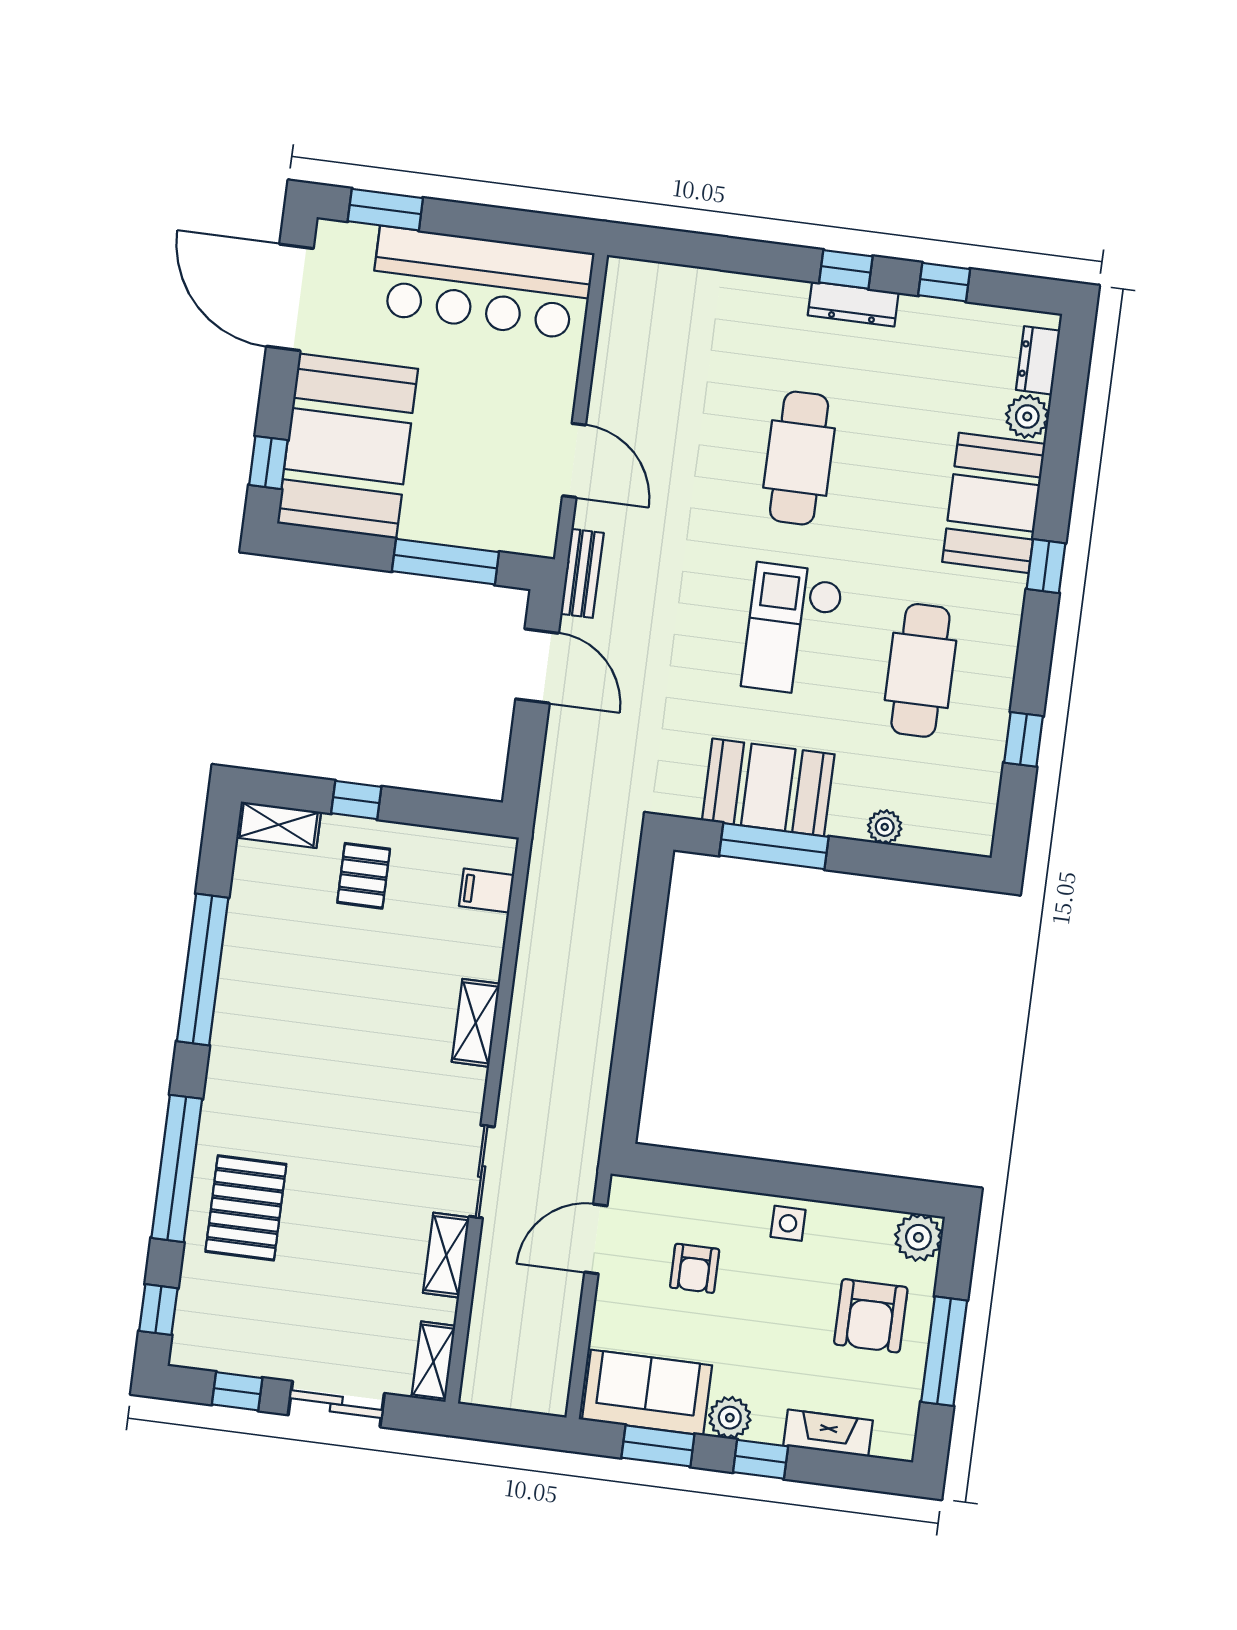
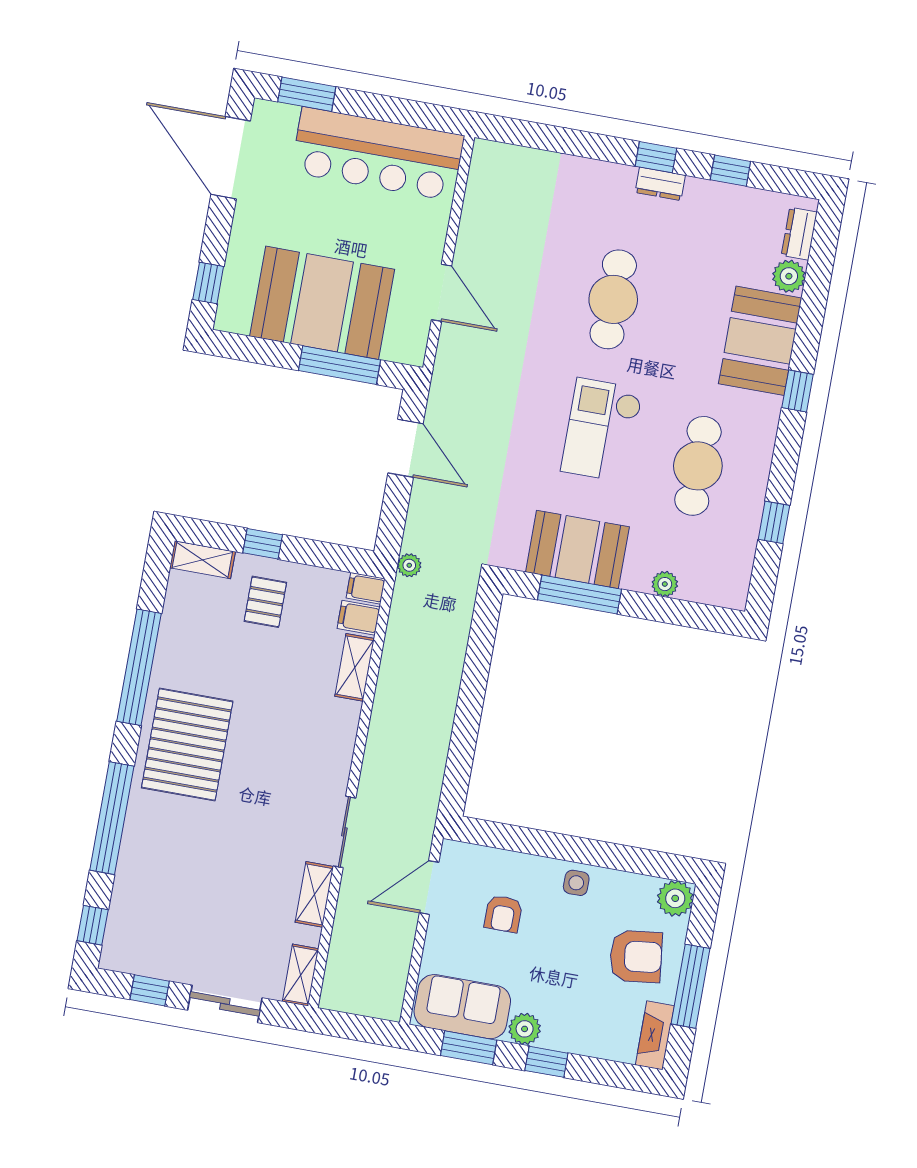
dresser: (853, 304) -> (660, 184), width x0.70
booth: (348, 446) -> (322, 303), moved, turned 90
bench: (582, 573) -> (443, 379), removed
plant: (549, 819) -> (409, 565), added
filing cabinet: (494, 852) -> (366, 588), added
shelving: (476, 1023) -> (355, 667), moved
pallet: (246, 1208) -> (187, 745), moved, width x1.37, depth x1.41
armchair: (871, 1316) -> (636, 956), turned -97
fireplace: (828, 1433) -> (655, 1035), moved, turned -90

